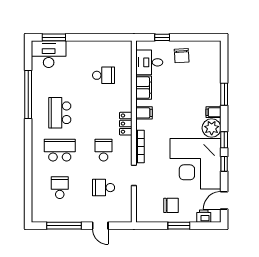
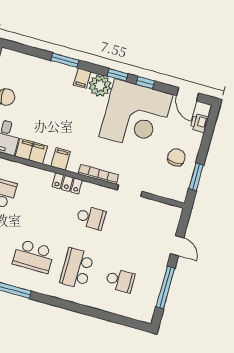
school desk: (104, 150) -> (91, 218), turned 180
school desk: (60, 188) -> (120, 280), turned 180
school desk: (104, 188) -> (134, 230), removed
door: (100, 226) -> (177, 246), hinge flipped
window: (179, 226) -> (196, 177), moved

